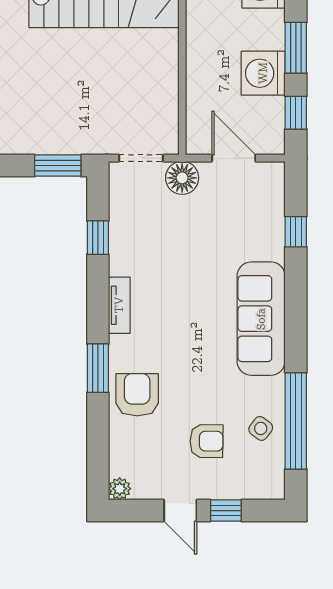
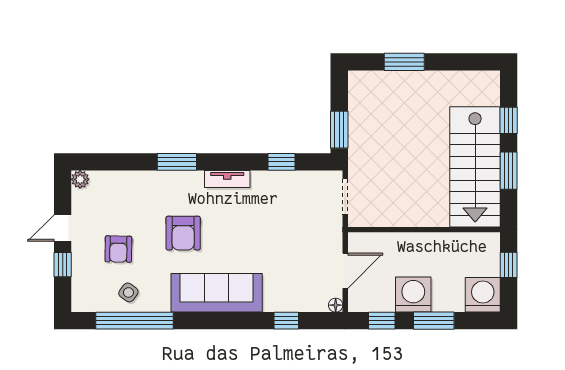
floor lamp: (182, 178) -> (336, 305), moved, width x0.53, depth x0.53
armchair: (137, 395) -> (183, 233), moved, turned 90

